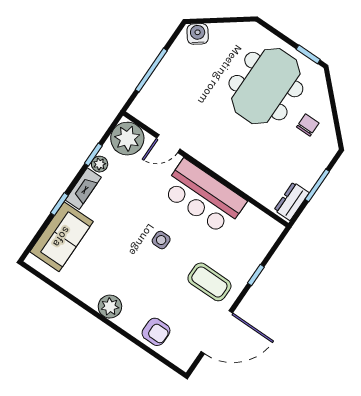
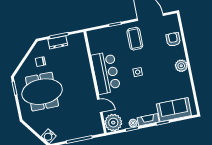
dresser: (292, 201) -> (58, 42), moved

